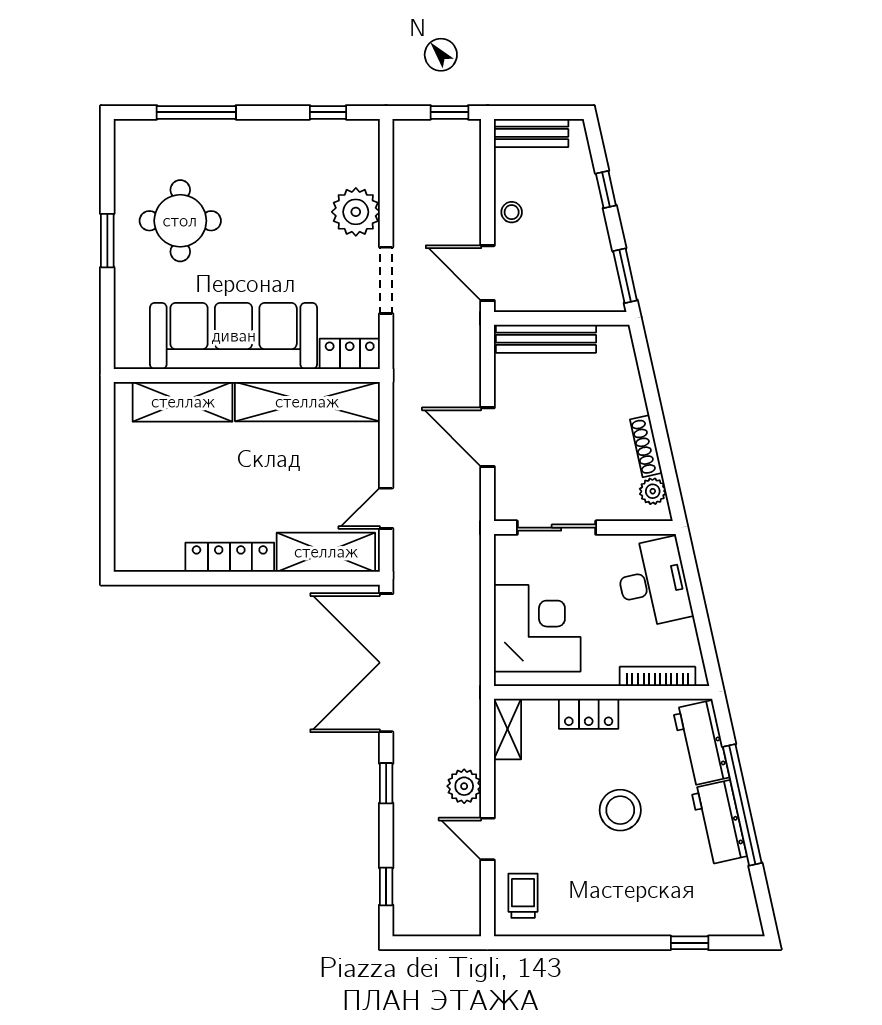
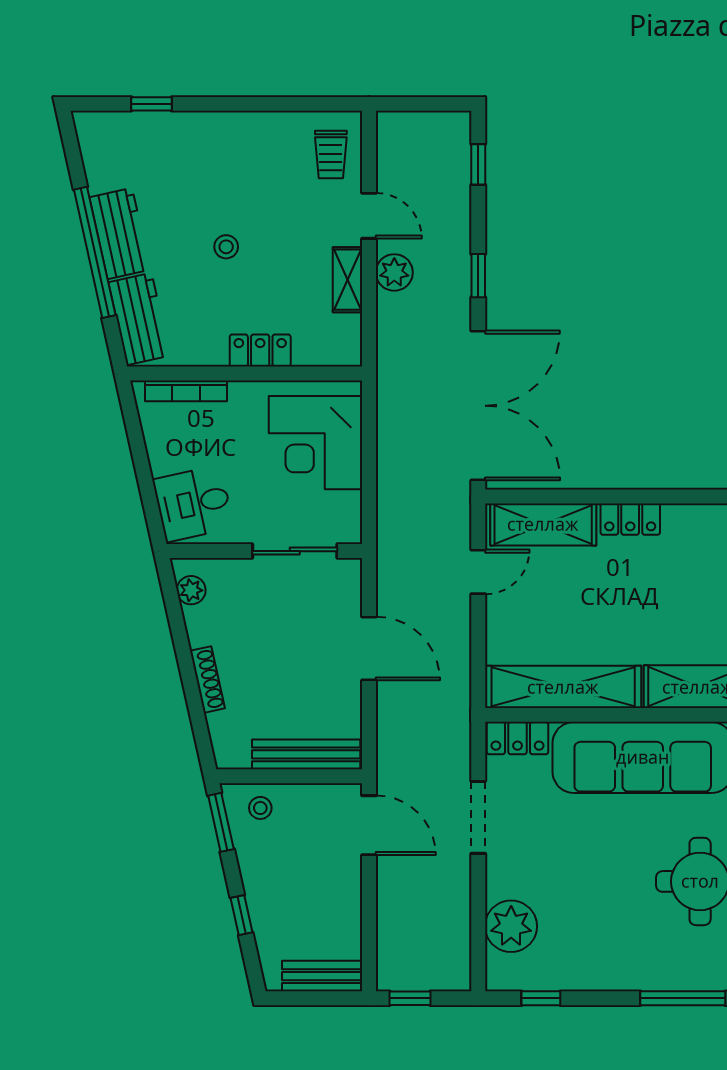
plant: (356, 212) -> (511, 926), moved
stool: (512, 212) -> (260, 808), moved
shoe rack: (646, 446) -> (207, 680), moved
locker: (230, 557) -> (630, 519), width x0.66
desk: (653, 583) -> (193, 504), width x0.73
shelving: (508, 729) -> (348, 280), moved
stool: (620, 810) -> (226, 247), width x0.53, depth x0.53

